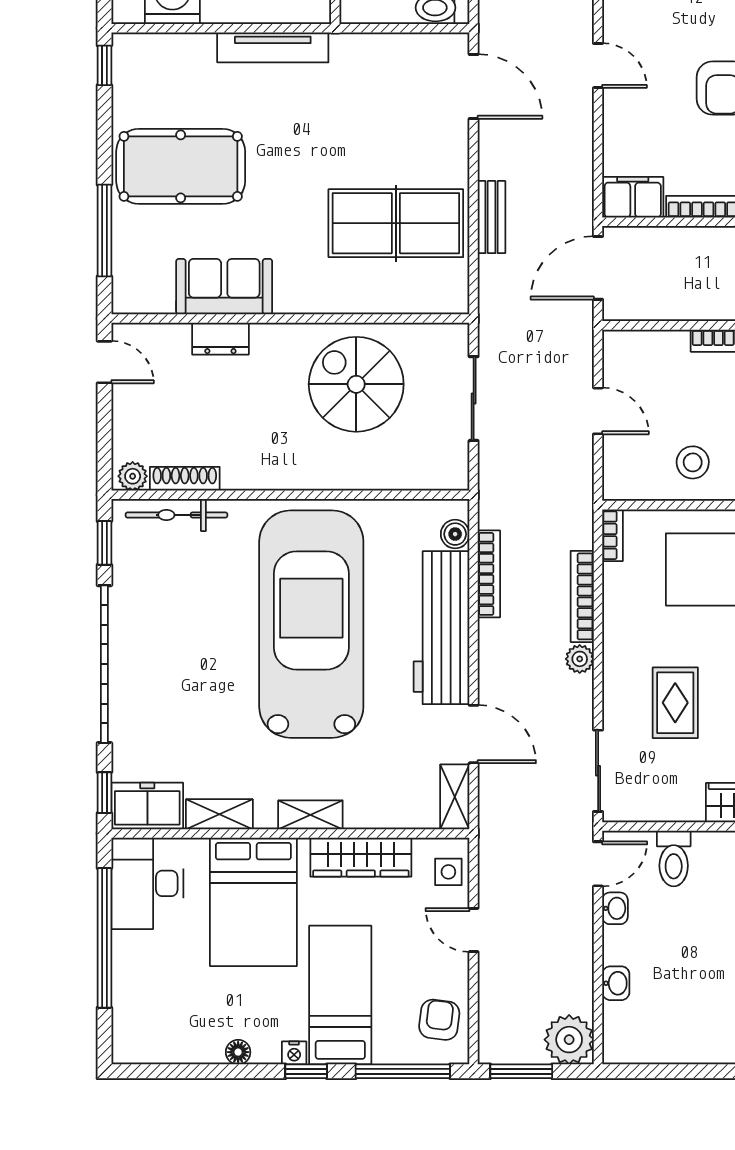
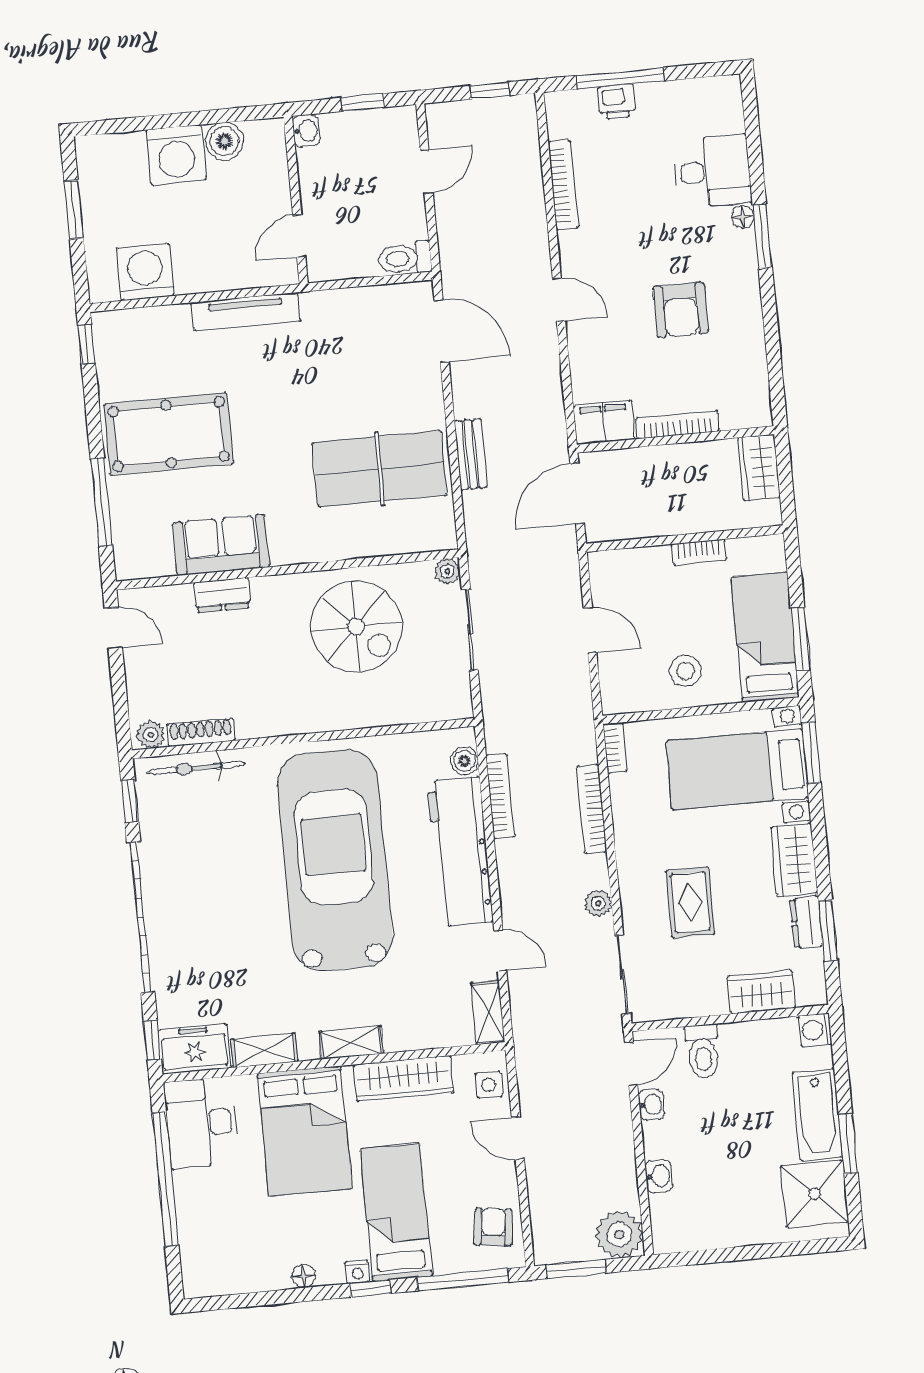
plant: (456, 336) -> (447, 571), added
spiral stairs: (356, 384) -> (356, 627), turned 180
plant: (580, 659) -> (598, 903), moved
door: (474, 734) -> (500, 951), width x0.73

